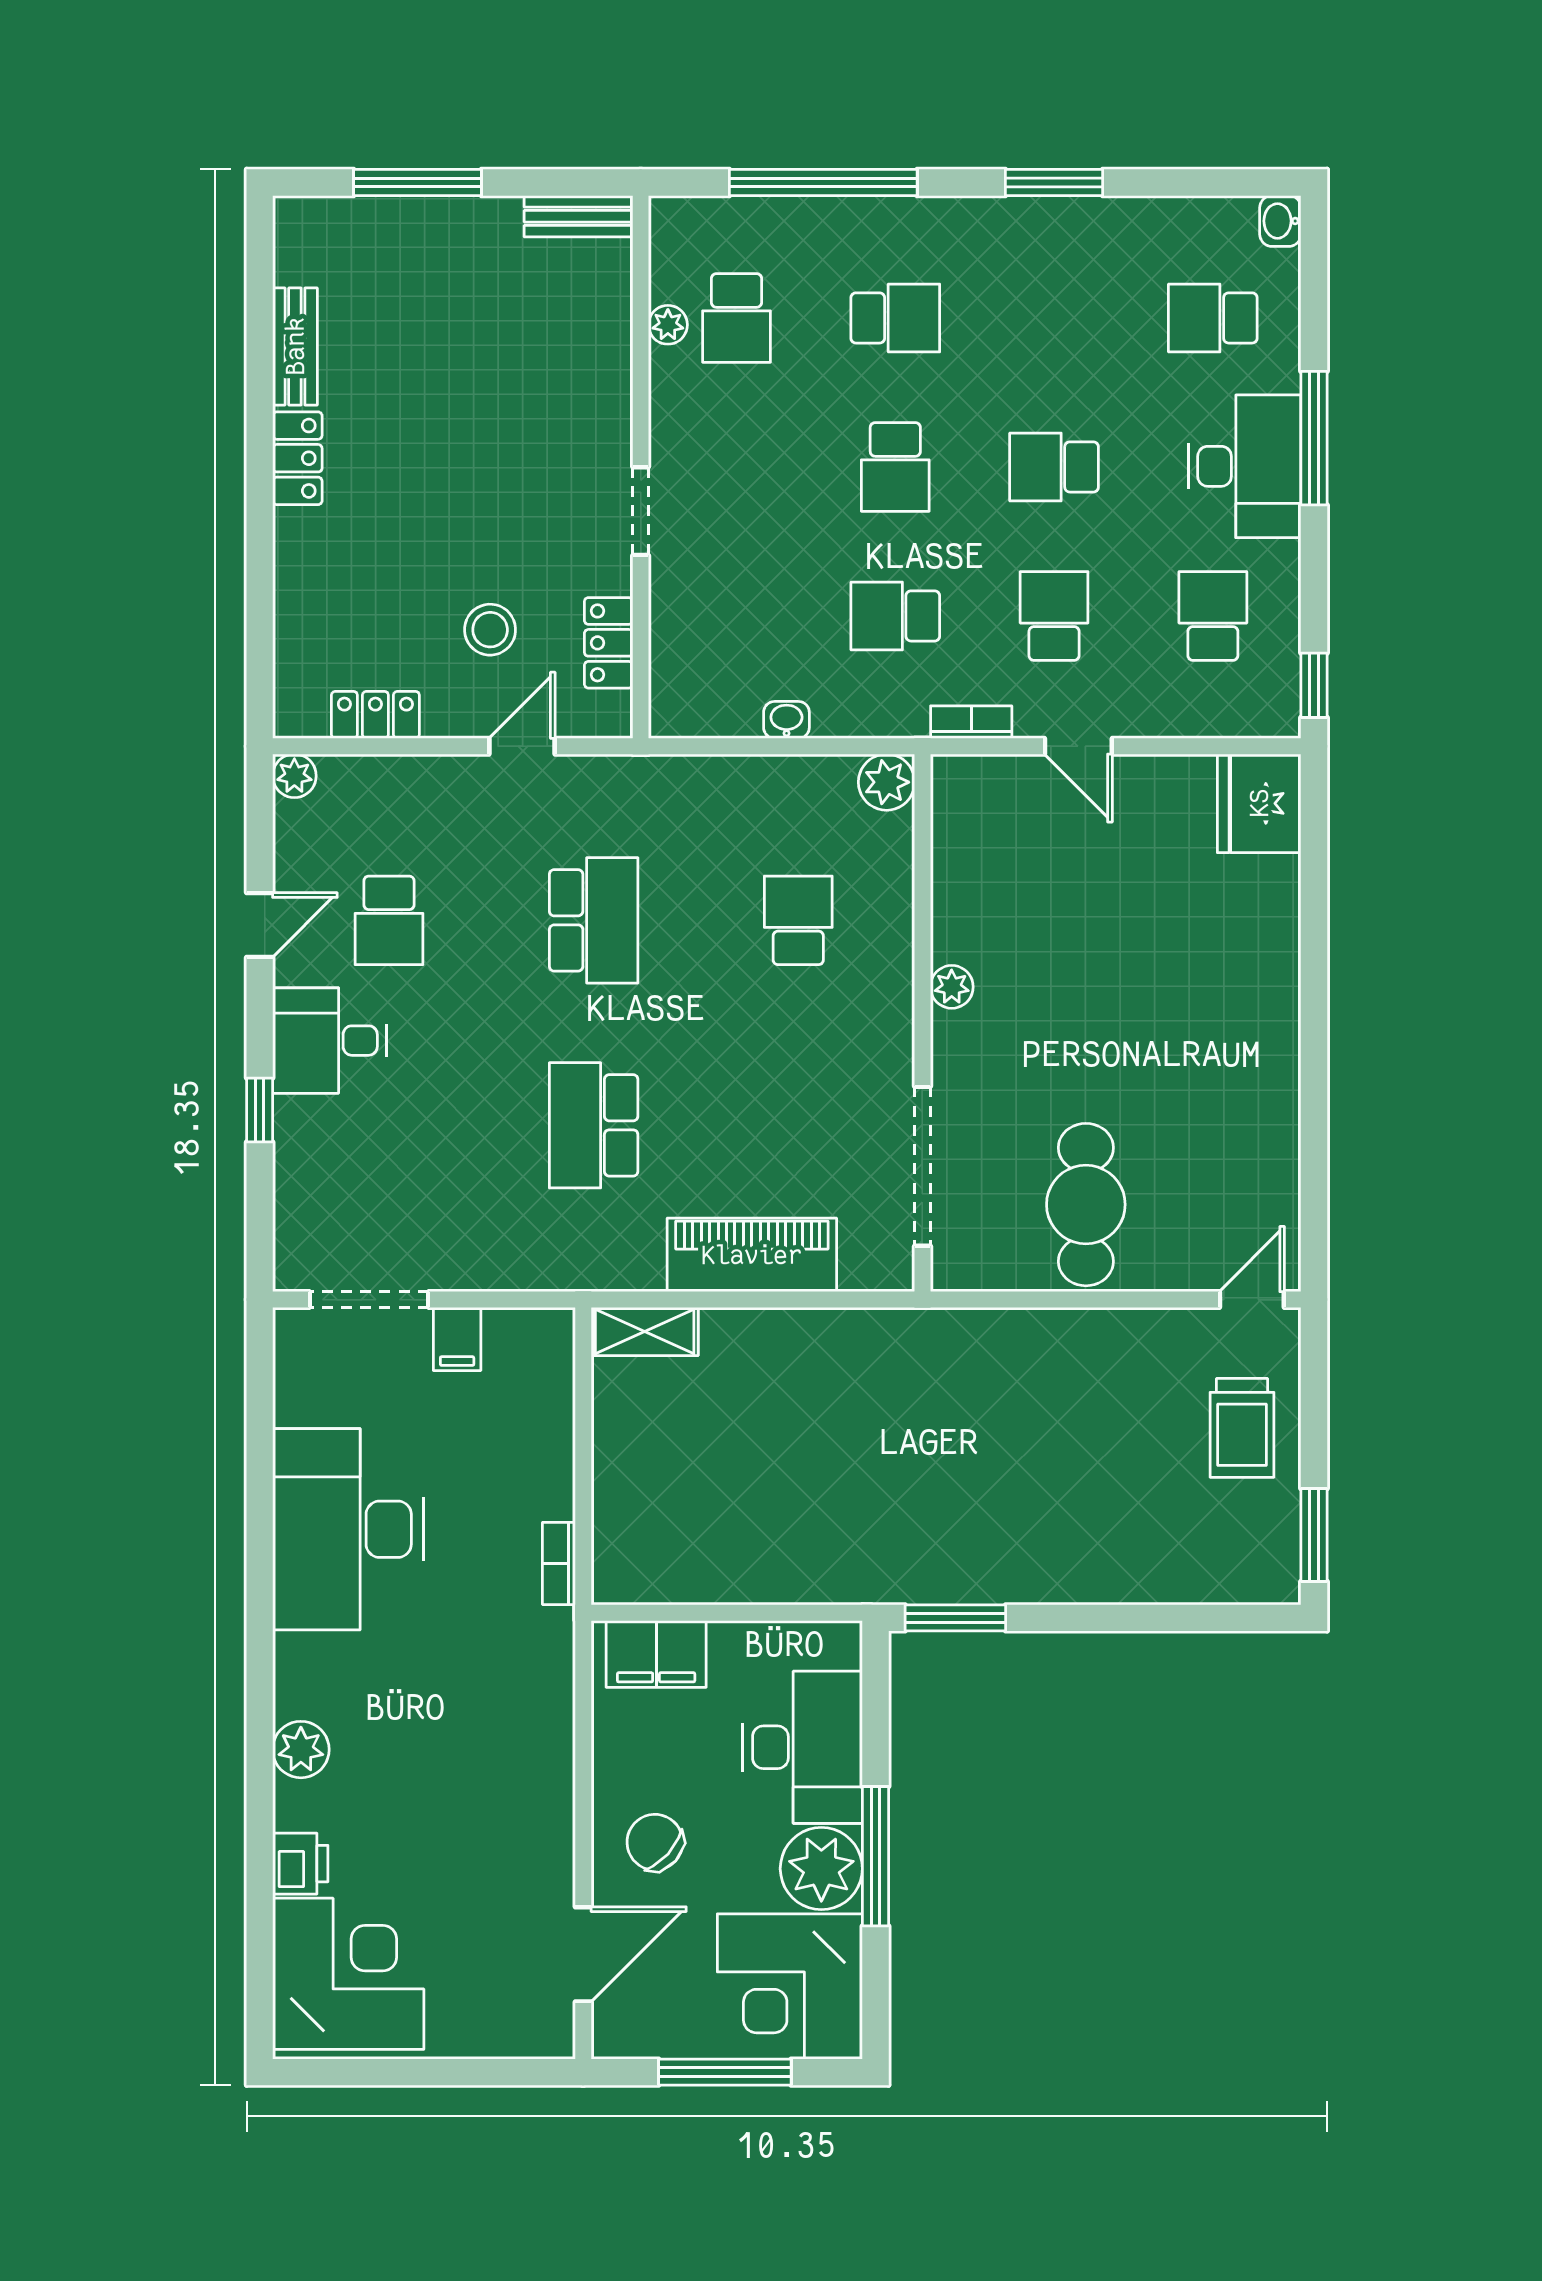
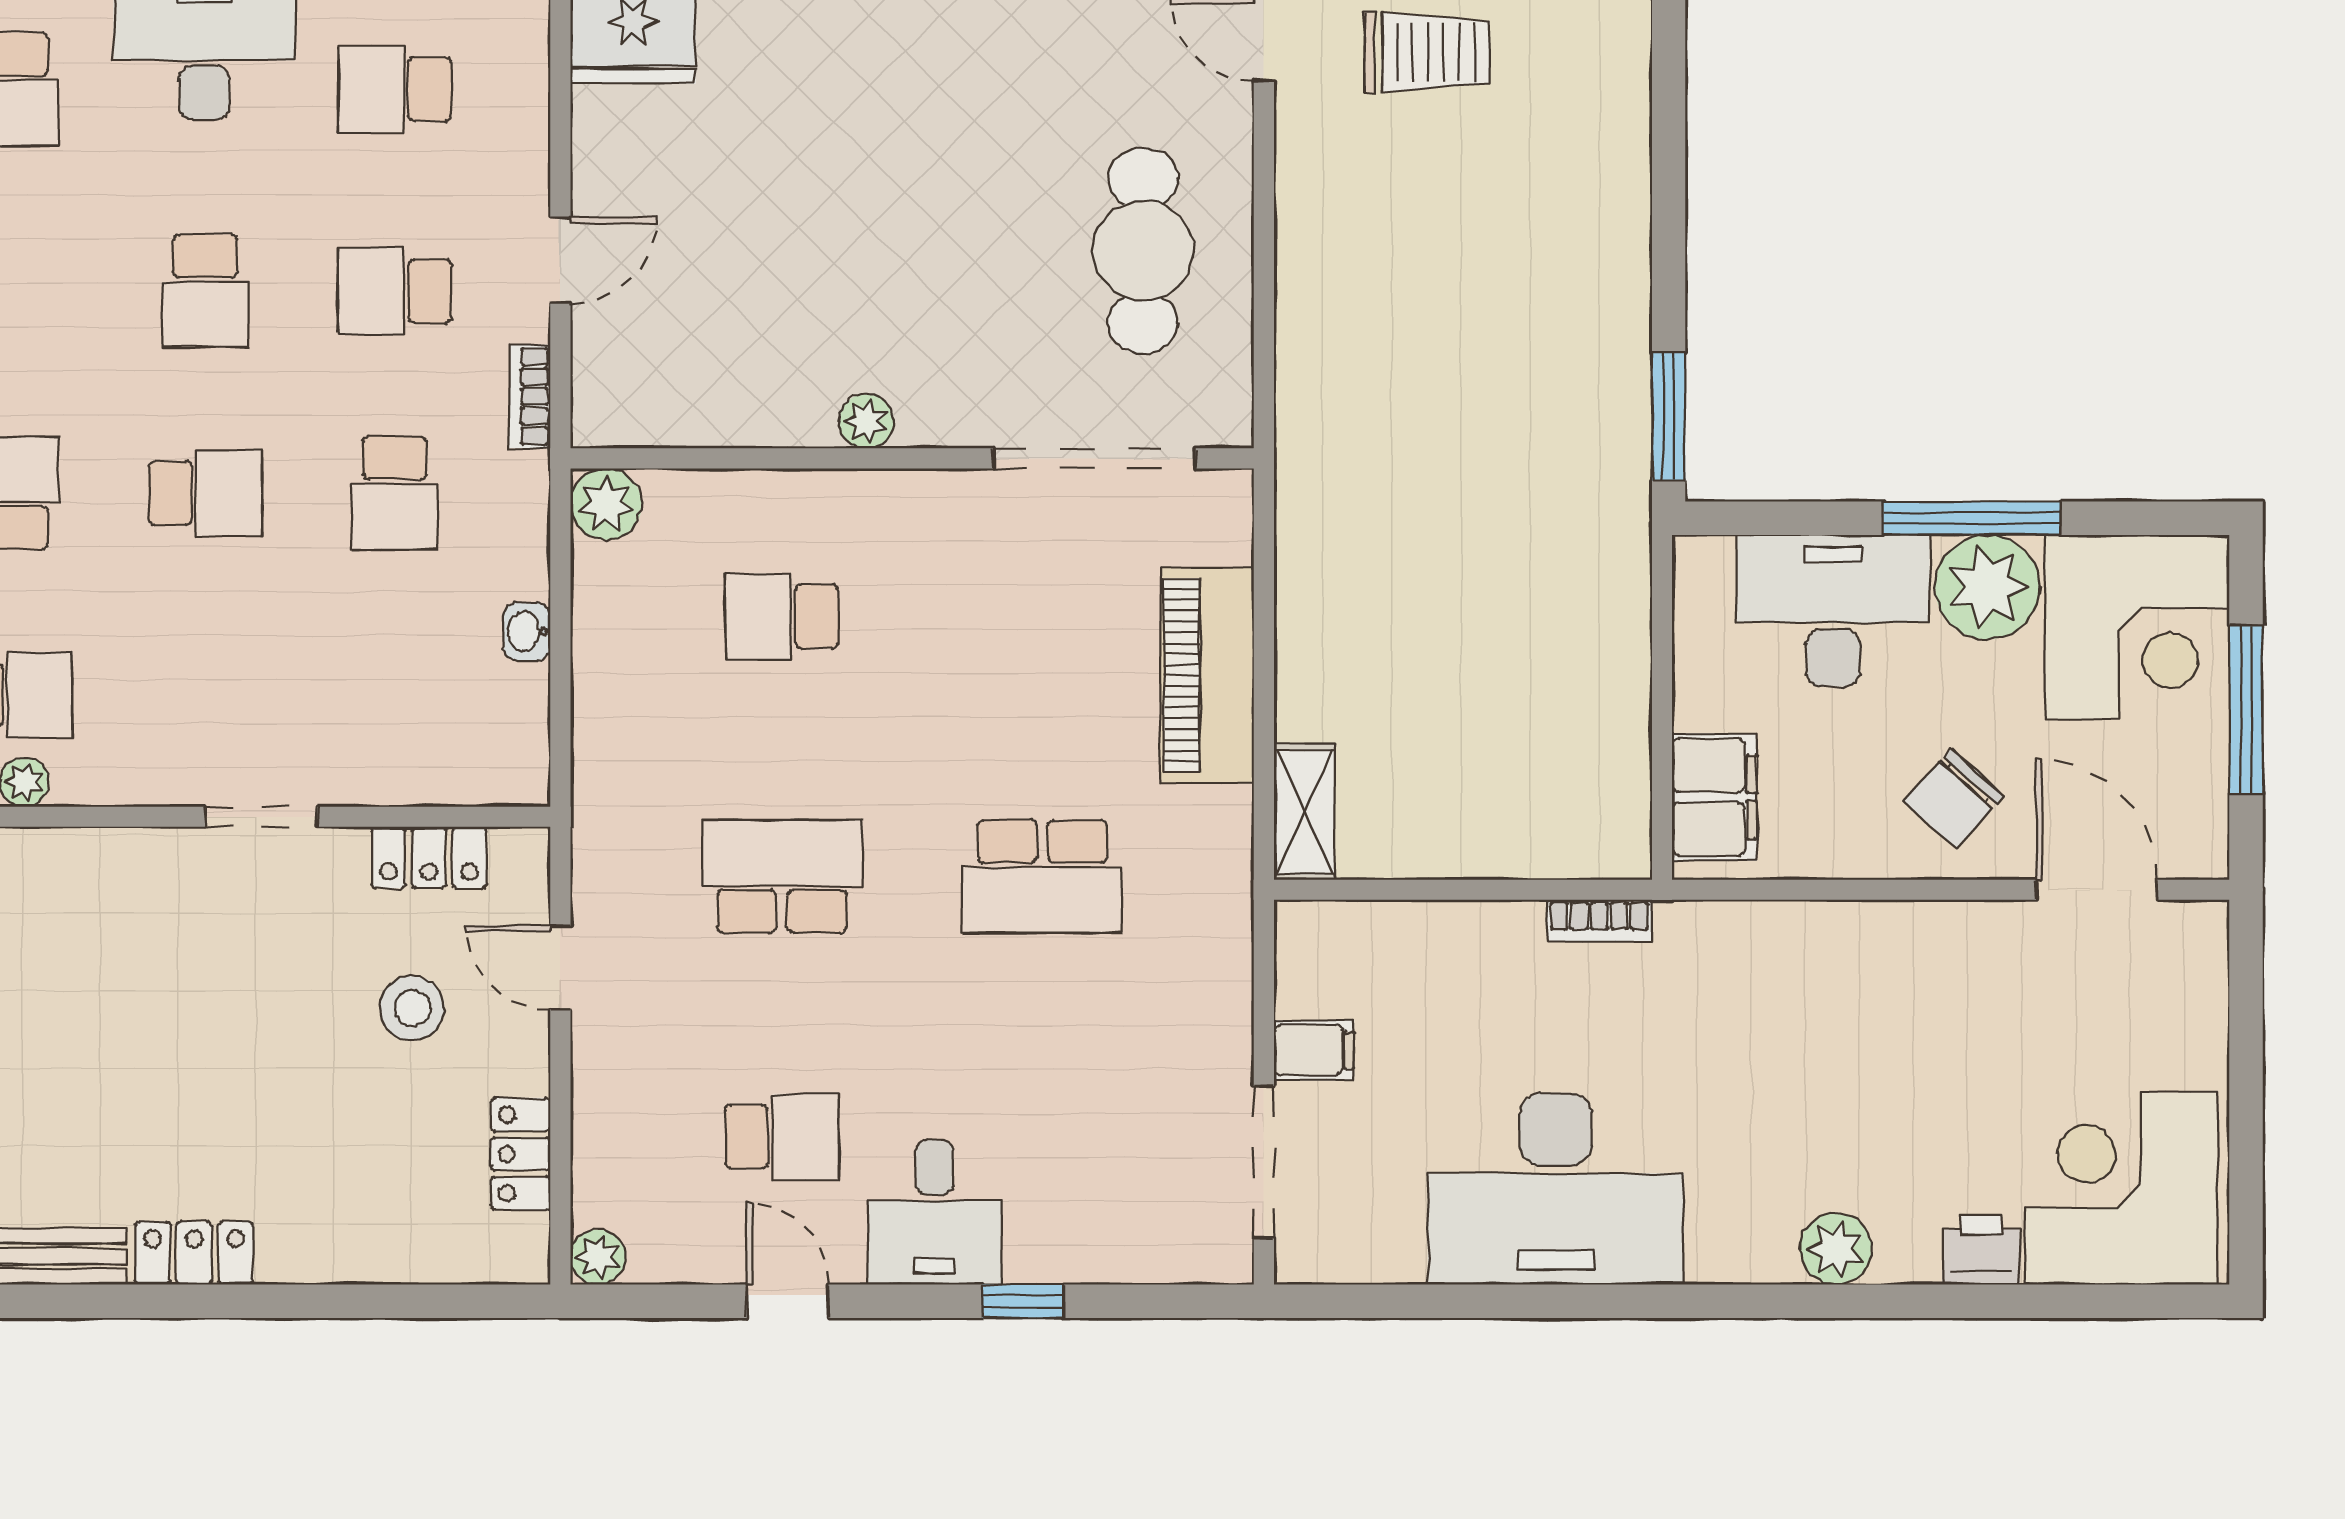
cafe table: (1086, 1205) -> (1143, 251), turned 90

